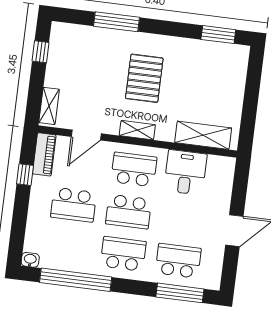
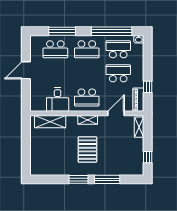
window: (218, 35) -> (78, 179), moved
school desk: (129, 212) -> (118, 49), moved
window: (180, 293) -> (62, 31), moved

